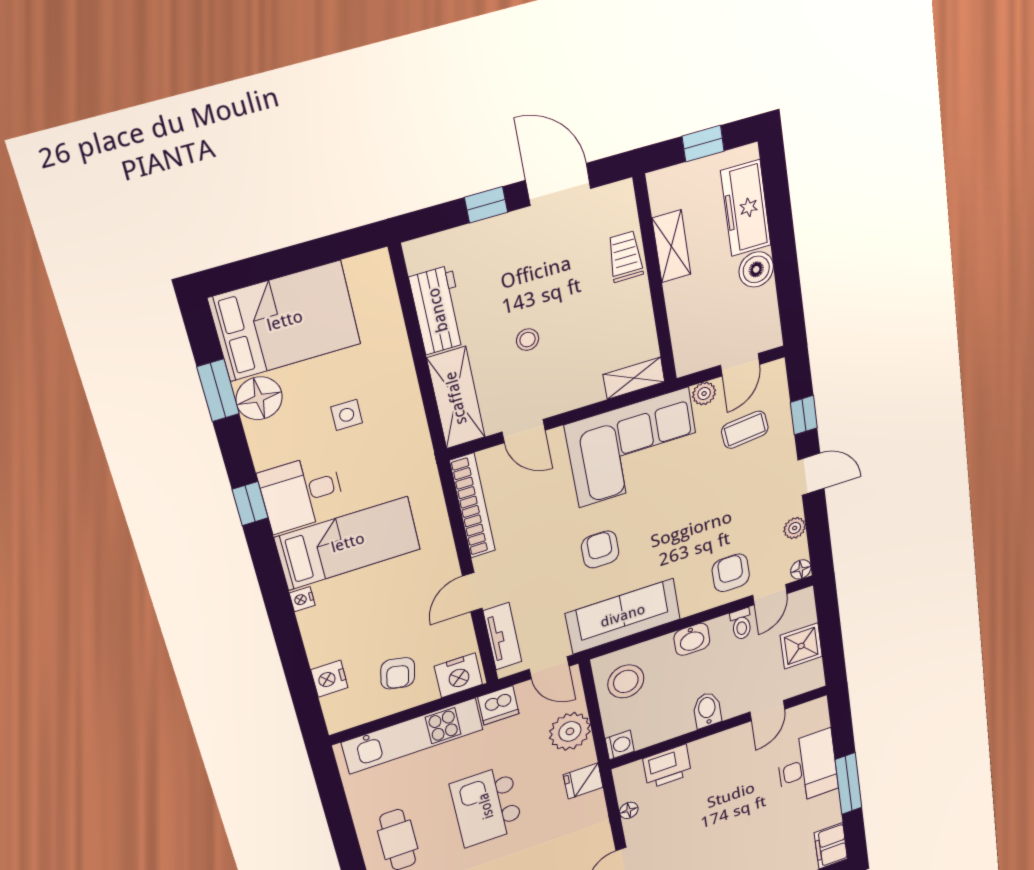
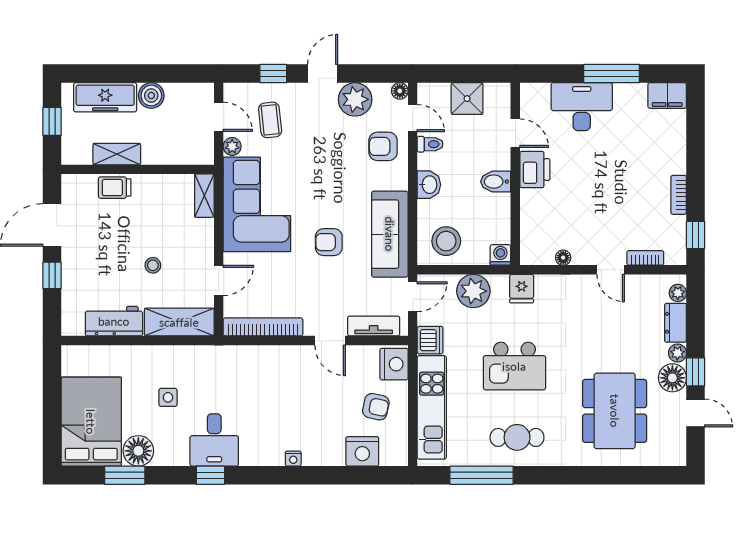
plant: (795, 528) -> (355, 99), width x1.88, depth x1.88
bed: (348, 543) -> (262, 418), removed
nightstand: (329, 679) -> (362, 451), width x1.36, depth x1.33
printer: (667, 767) -> (535, 170), moved
window: (339, 819) -> (482, 475), added

